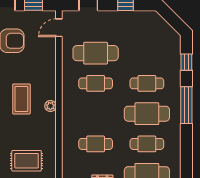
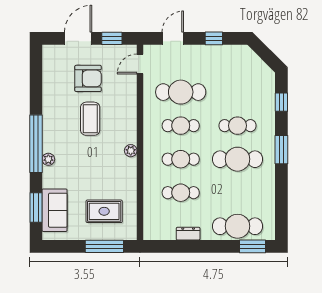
coffee table: (21, 99) -> (90, 119), moved
window: (186, 105) -> (281, 150), width x0.69
cafe table: (147, 144) -> (181, 159), moved

